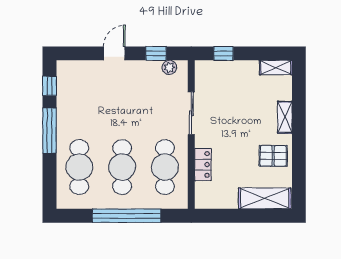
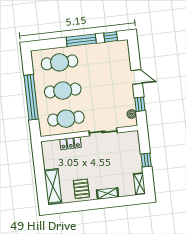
window: (224, 53) -> (146, 160), moved

